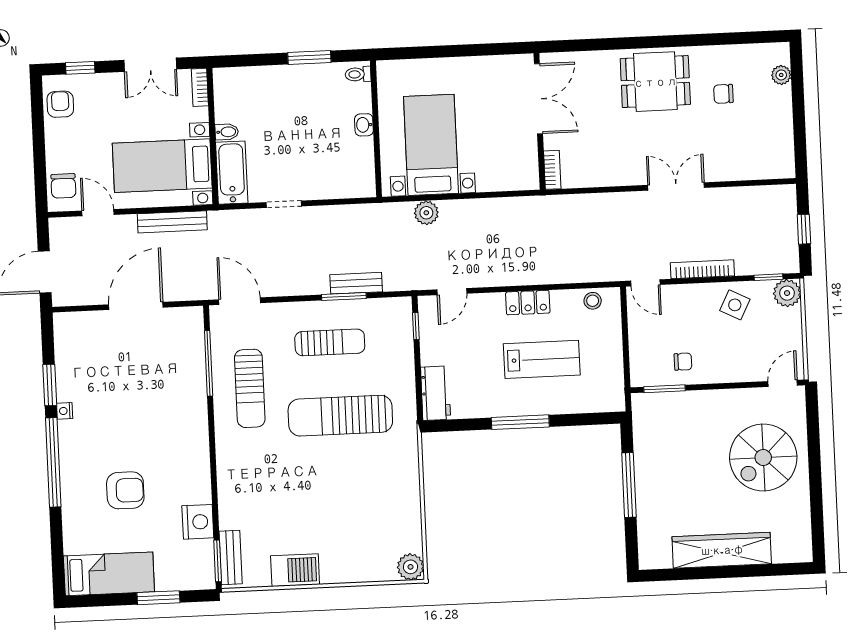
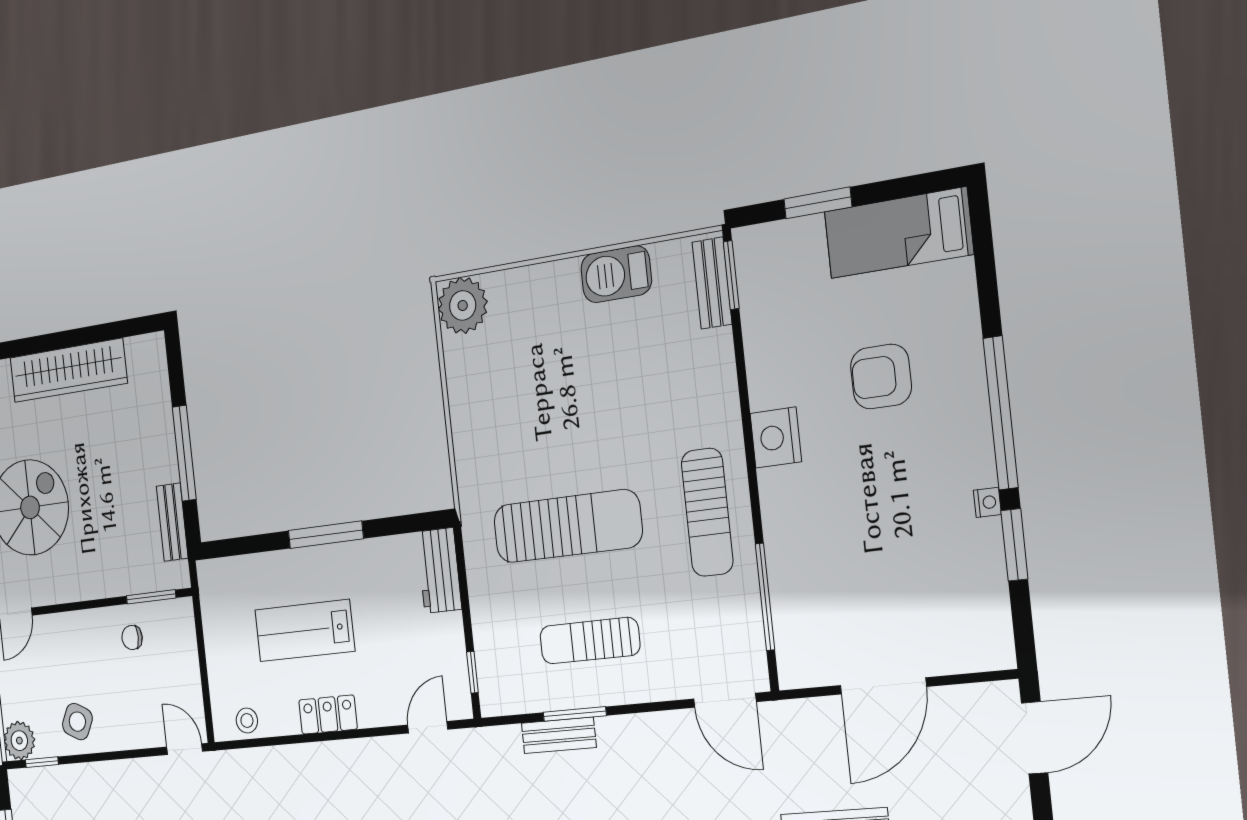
bookcase: (702, 269) -> (118, 771), removed
sun lounger: (250, 388) -> (707, 512), moved, turned 180
bench: (643, 439) -> (172, 522), added
nightstand: (198, 522) -> (776, 438), moved
plant: (411, 567) -> (463, 305), width x1.36, depth x1.36

